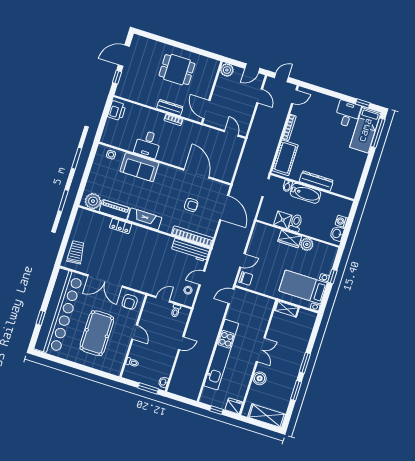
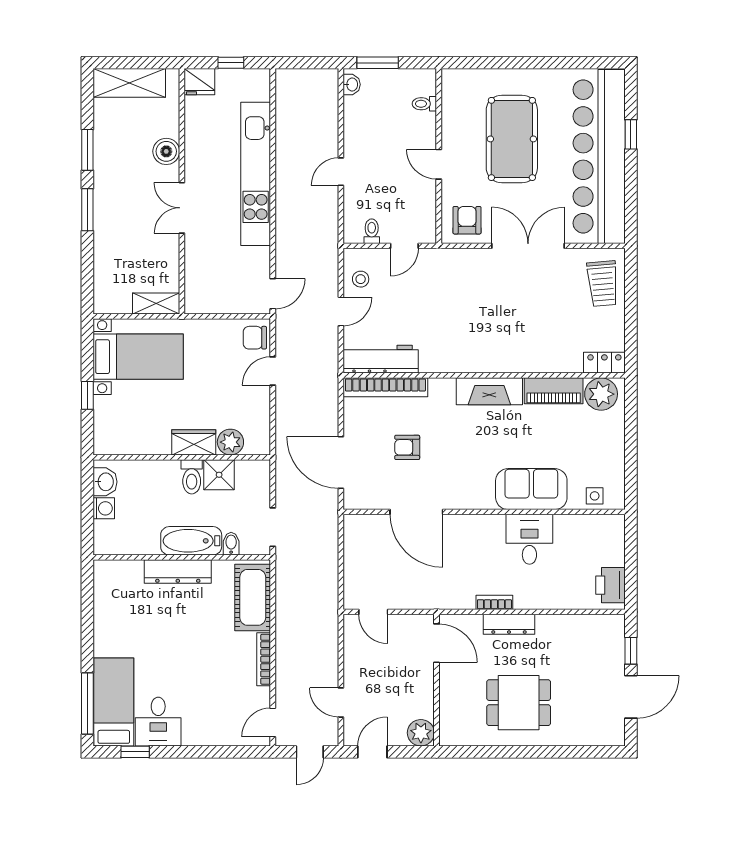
locker: (121, 226) -> (604, 363), moved
plant: (307, 244) -> (230, 442), moved

